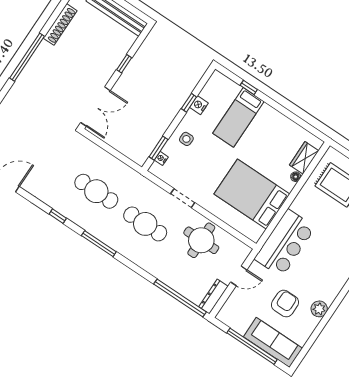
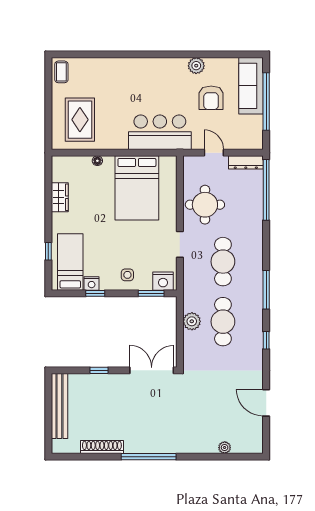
bed: (238, 117) -> (70, 262), moved, turned -90
nightstand: (161, 158) -> (163, 281), width x1.89, depth x1.79
wardrobe: (304, 158) -> (60, 197), moved, turned -90
plant: (114, 166) -> (192, 321), added
armchair: (285, 304) -> (211, 98), turned -90

